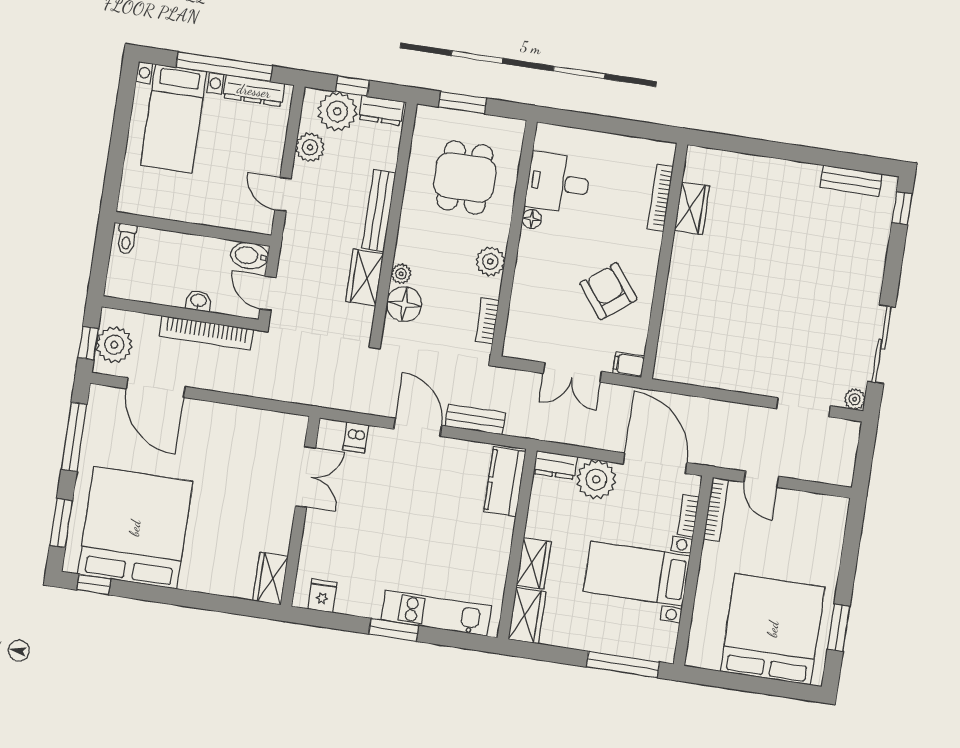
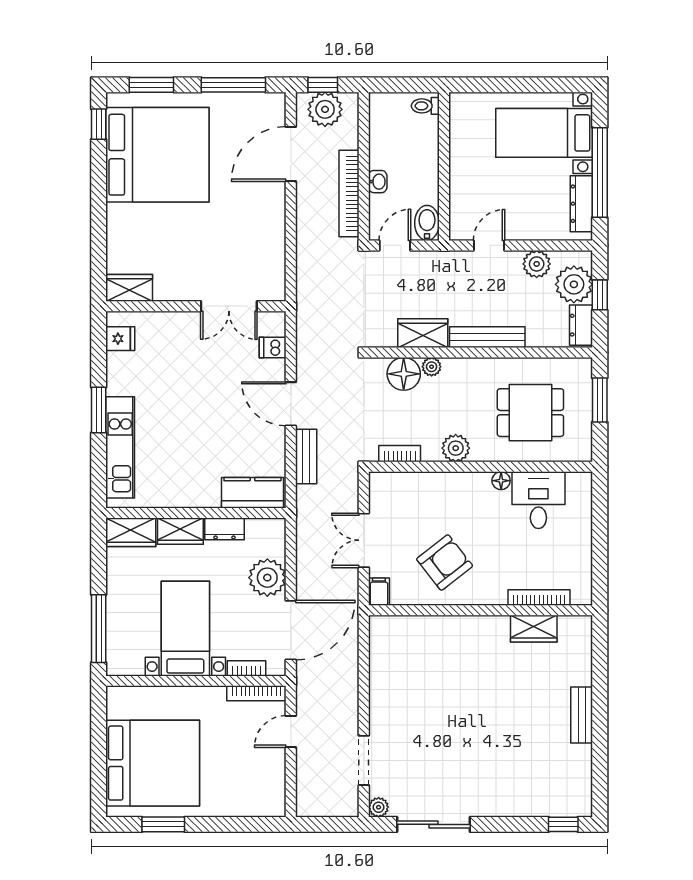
bench: (851, 181) -> (582, 715), moved
door: (418, 427) -> (291, 404), swing flipped
dresser: (555, 465) -> (225, 529), moved, turned -90

